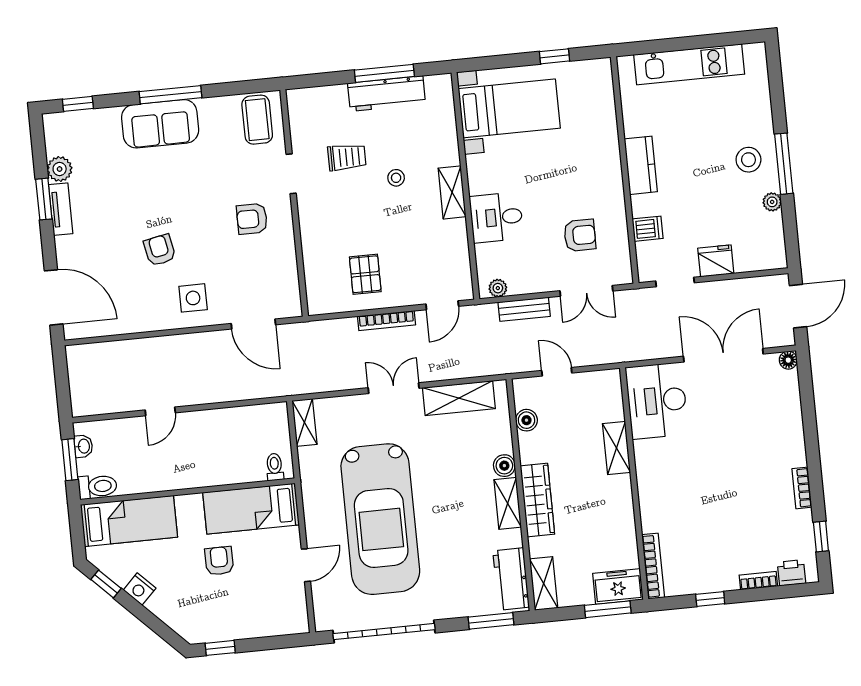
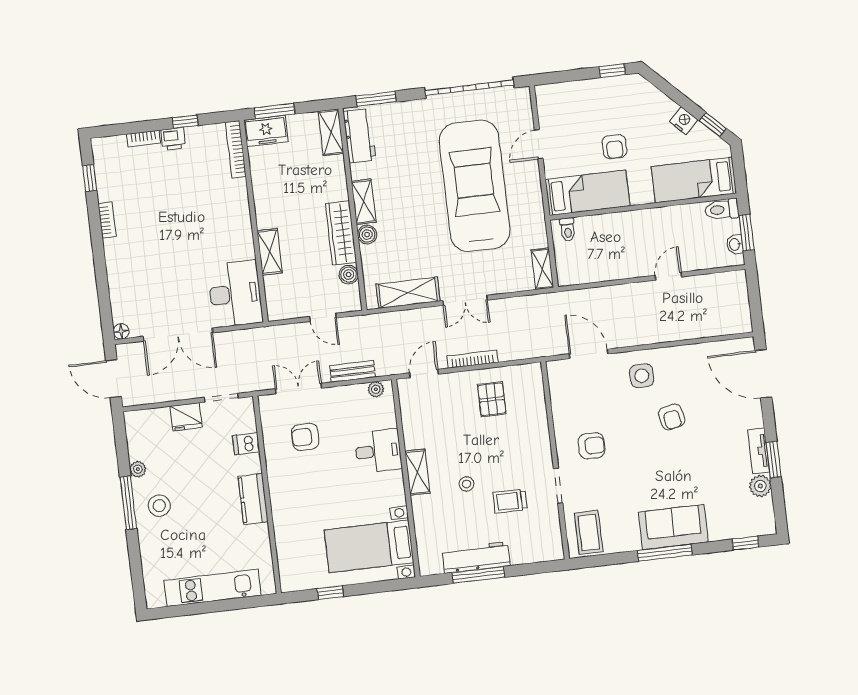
door: (798, 306) -> (114, 379), hinge flipped
wardrobe: (537, 500) -> (341, 233), moved
printer: (792, 573) -> (173, 139), moved

